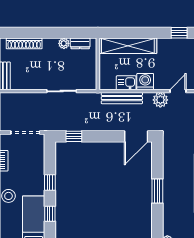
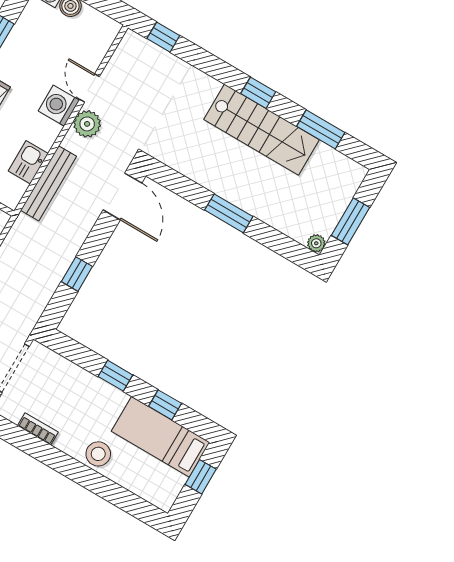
washing machine: (145, 82) -> (59, 106), moved
window: (74, 136) -> (77, 274), moved

